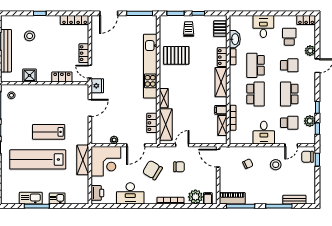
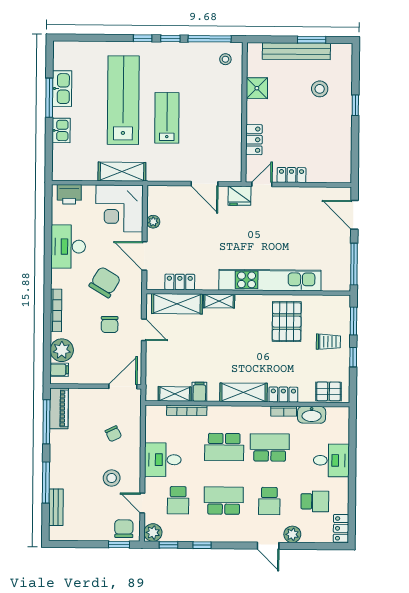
locker: (75, 20) -> (344, 161), removed
plant: (310, 121) -> (153, 533), moved

